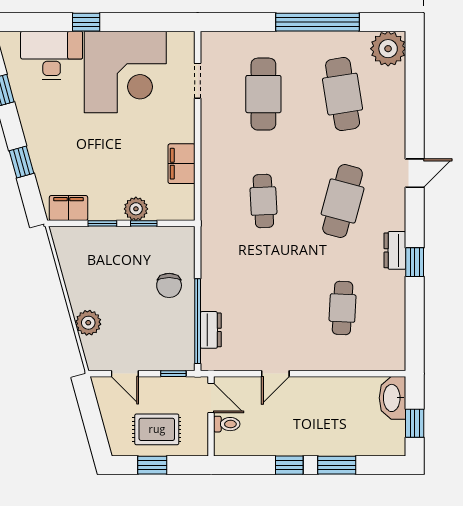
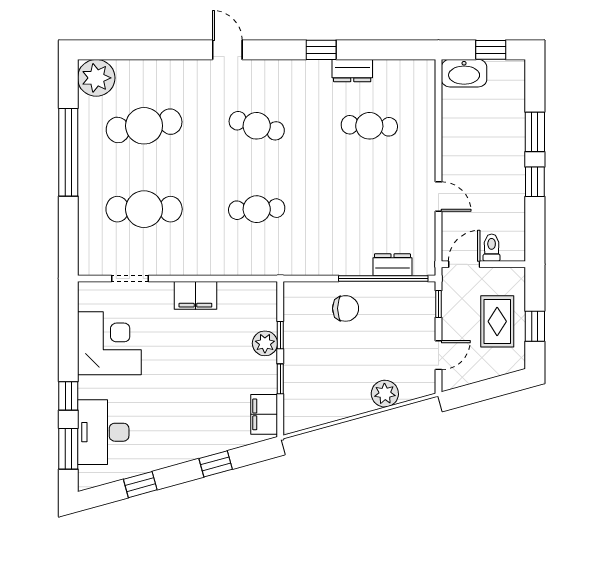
window: (36, 22) -> (68, 449), added
corner desk: (125, 72) -> (109, 343), width x0.74, depth x0.74
filing cabinet: (182, 164) -> (195, 295), moved
cafe table: (343, 201) -> (257, 126), width x0.73, depth x0.74
dresser: (395, 250) -> (352, 71), moved

